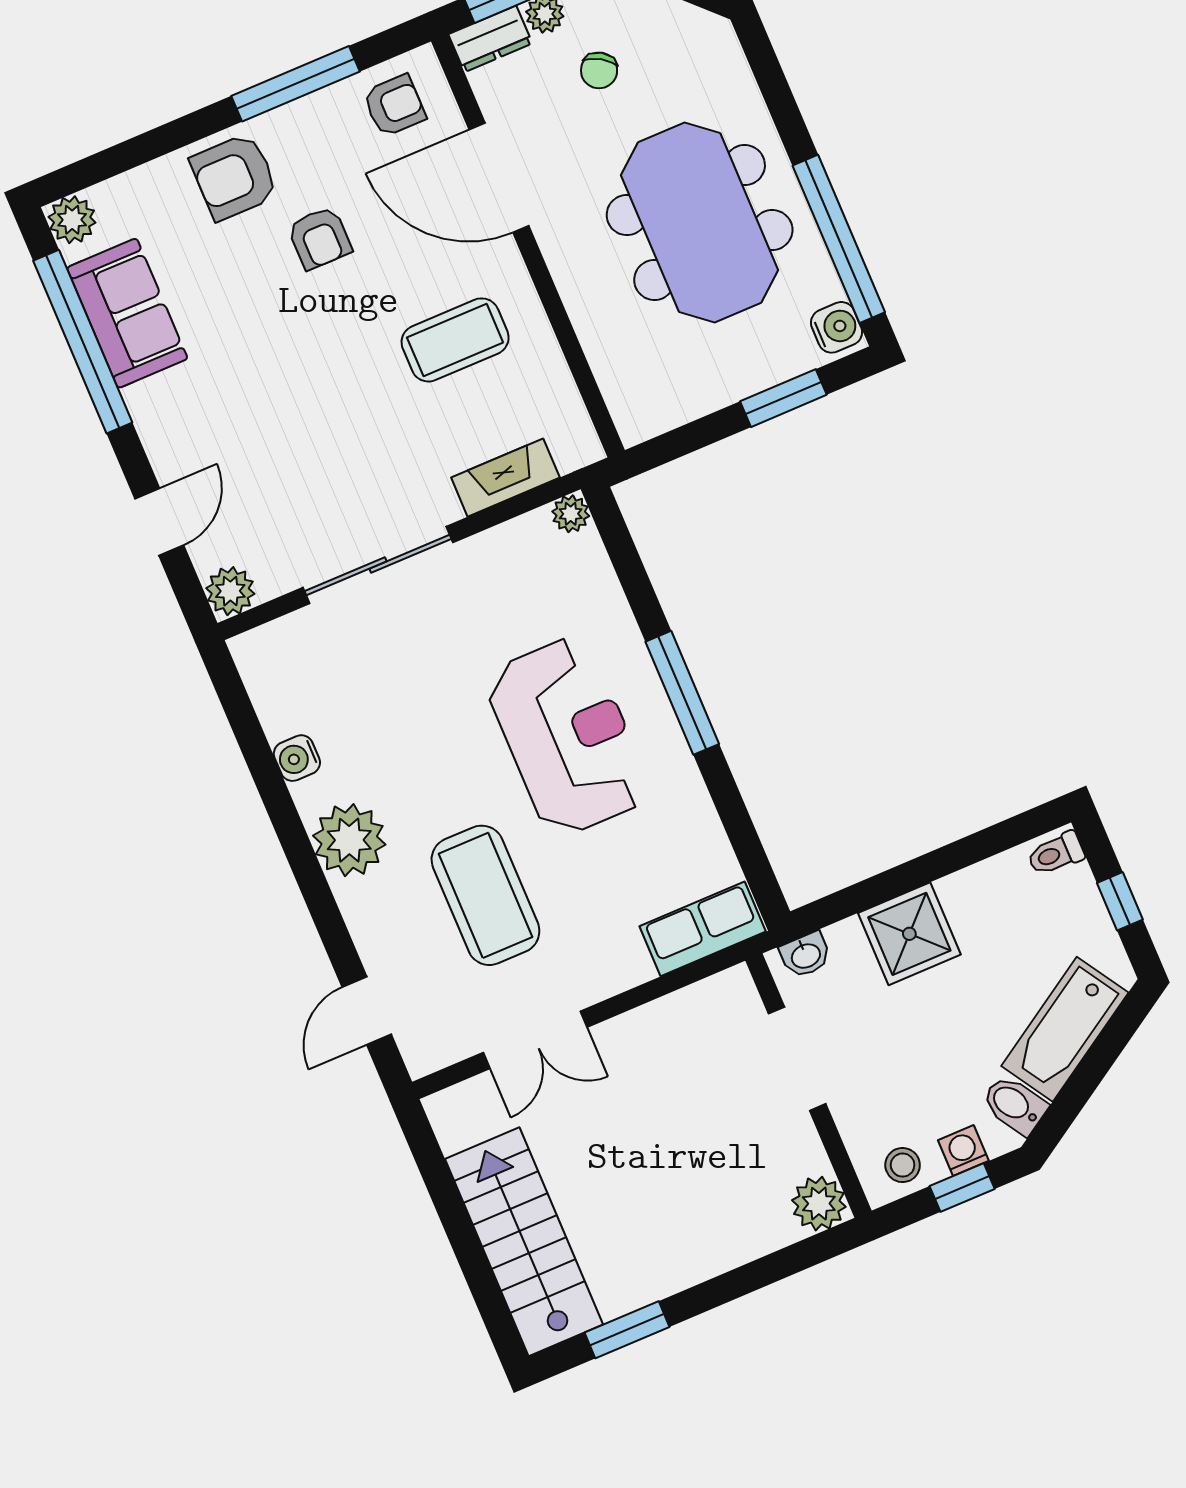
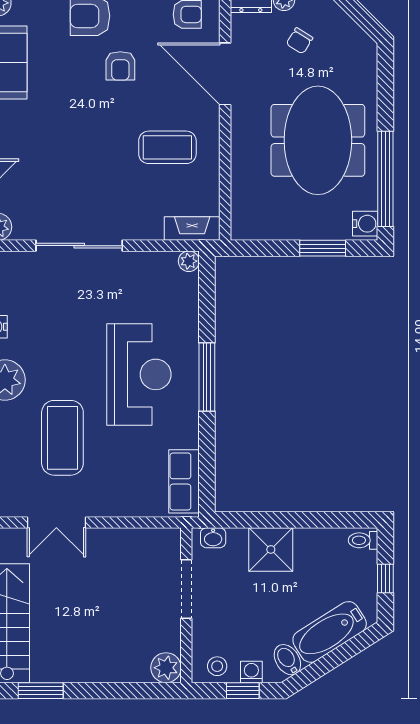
fireplace: (505, 478) -> (192, 229), moved
row of seats: (703, 929) -> (184, 481), moved, turned -90

